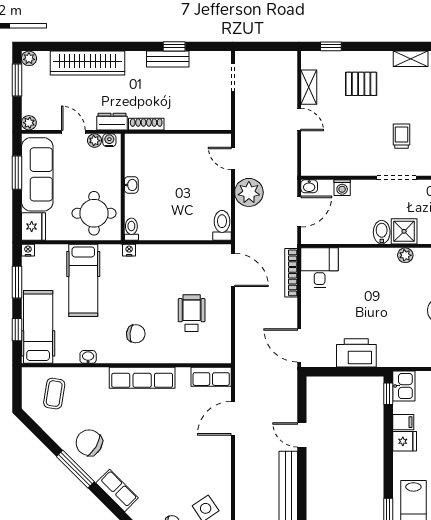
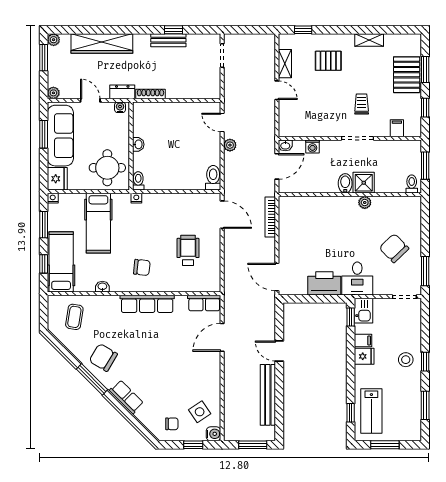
plant: (95, 141) -> (108, 108), removed
plant: (249, 192) -> (230, 145), width x0.53, depth x0.53
desk: (320, 268) -> (357, 278), moved, turned 180

